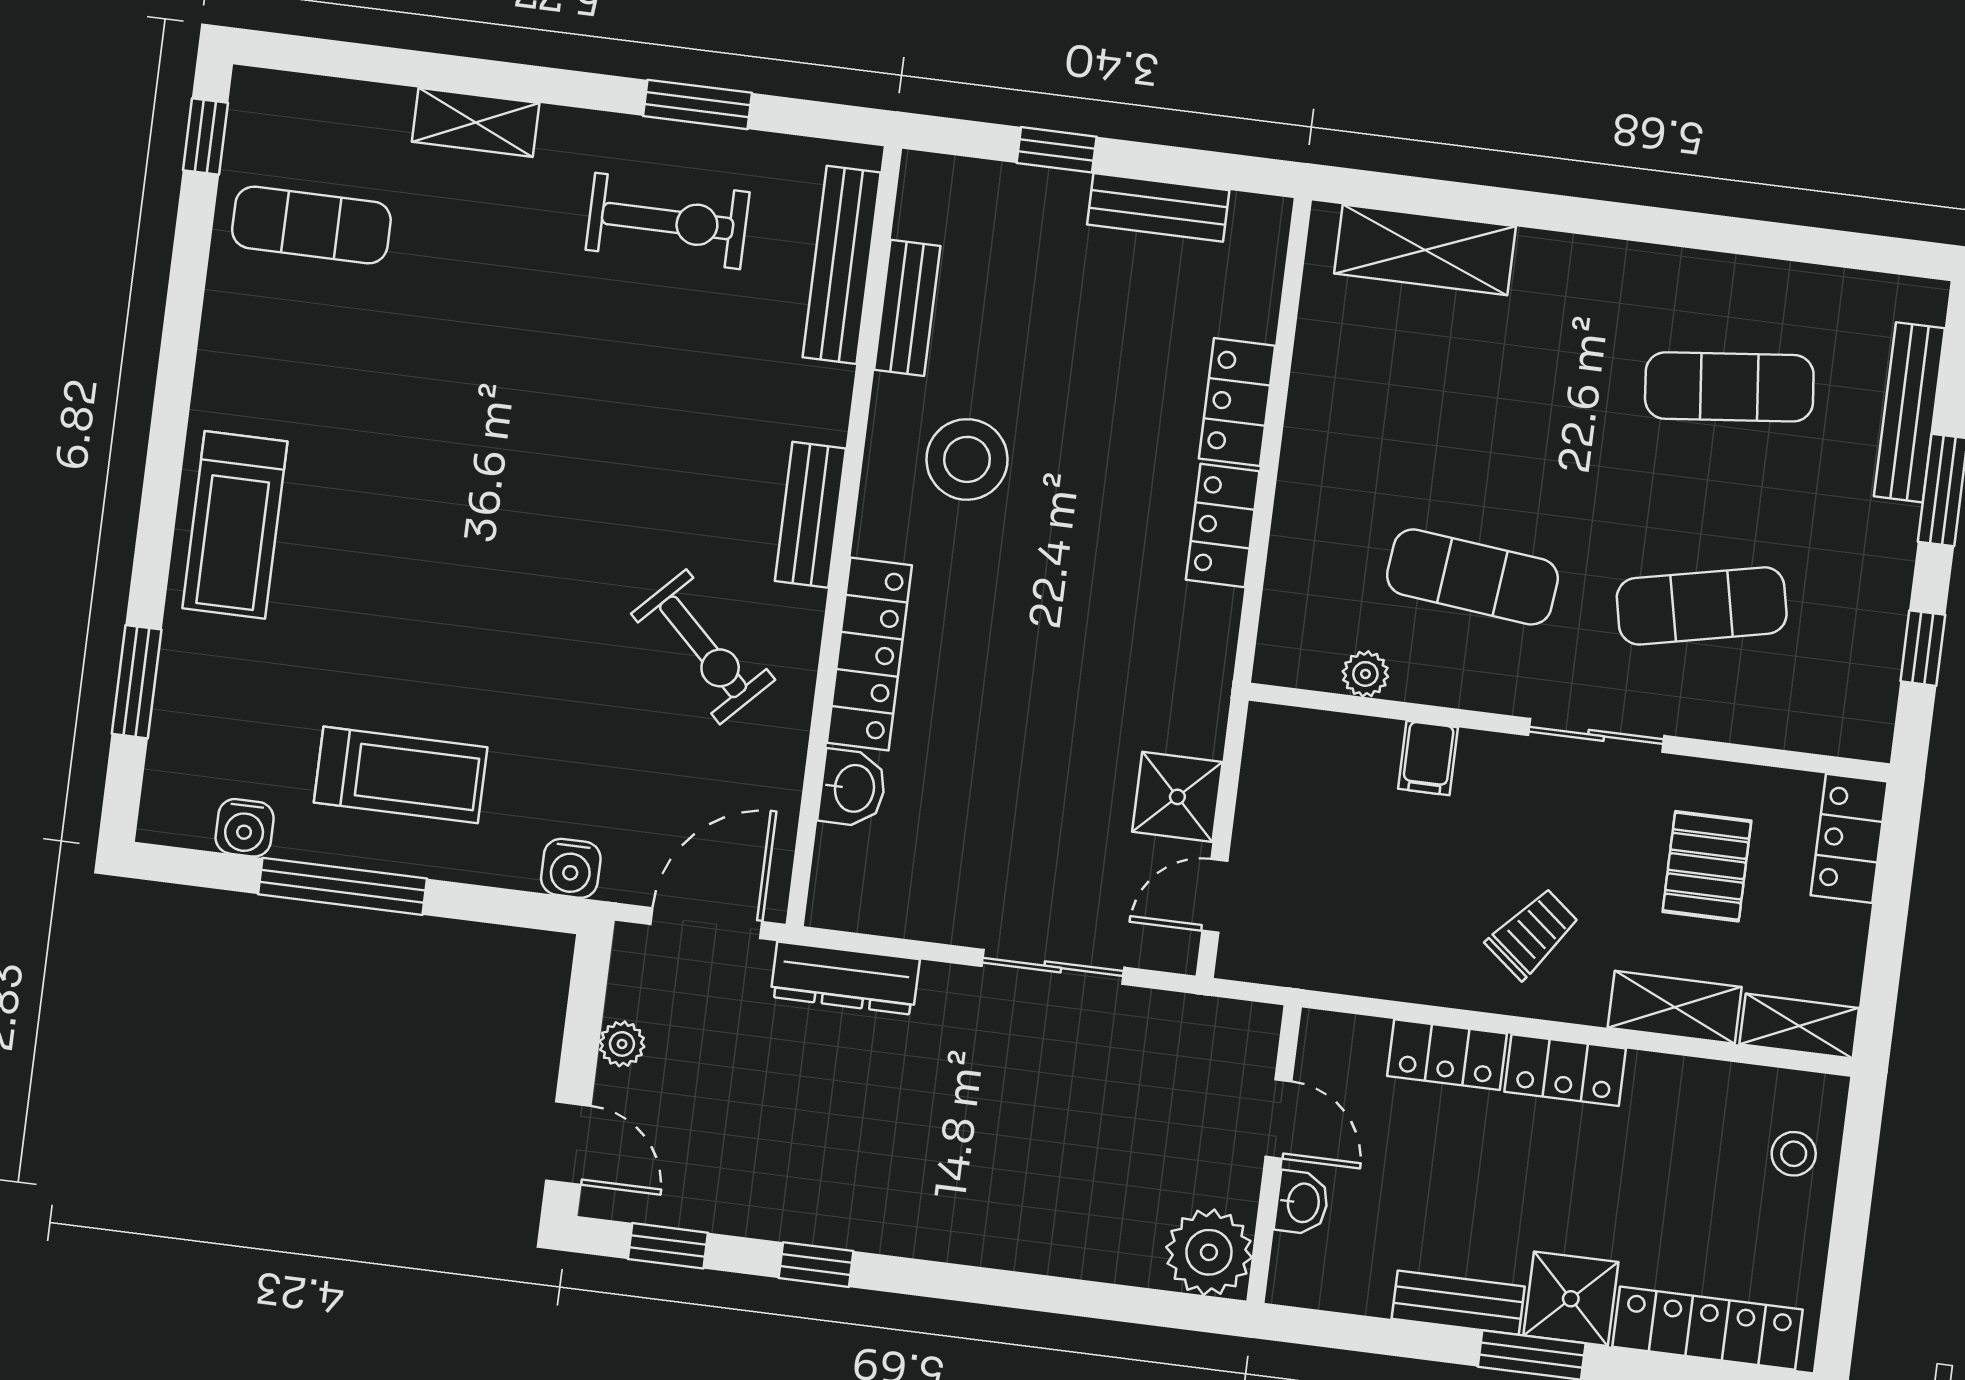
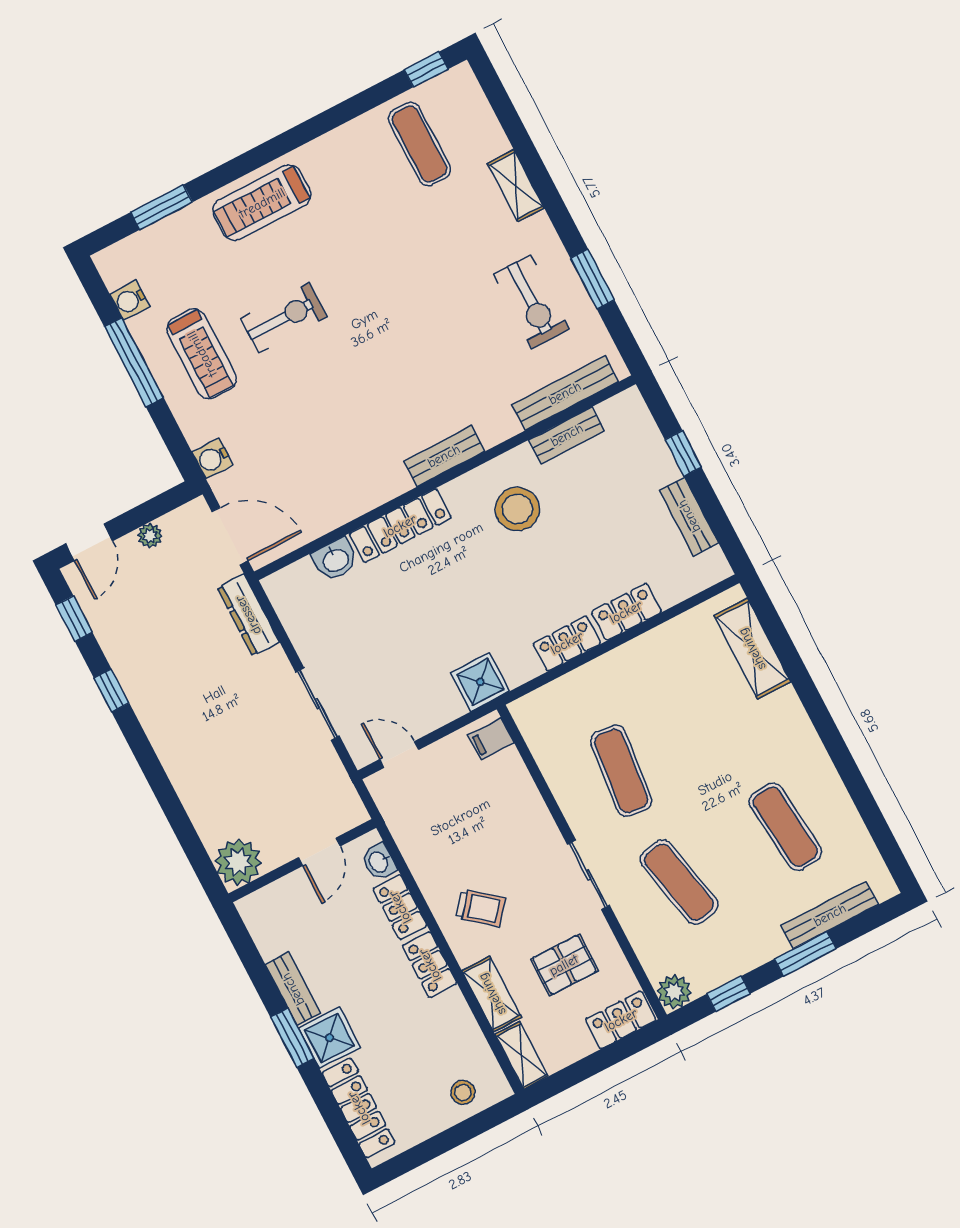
exercise bike: (703, 647) -> (284, 318), moved, turned -134
plant: (1365, 674) -> (674, 992), moved, width x1.38, depth x1.38
filing cabinet: (1428, 758) -> (491, 739), moved
shower: (1177, 797) -> (480, 682), moved
washbasin: (1302, 1203) -> (379, 862), moved, turned 90

